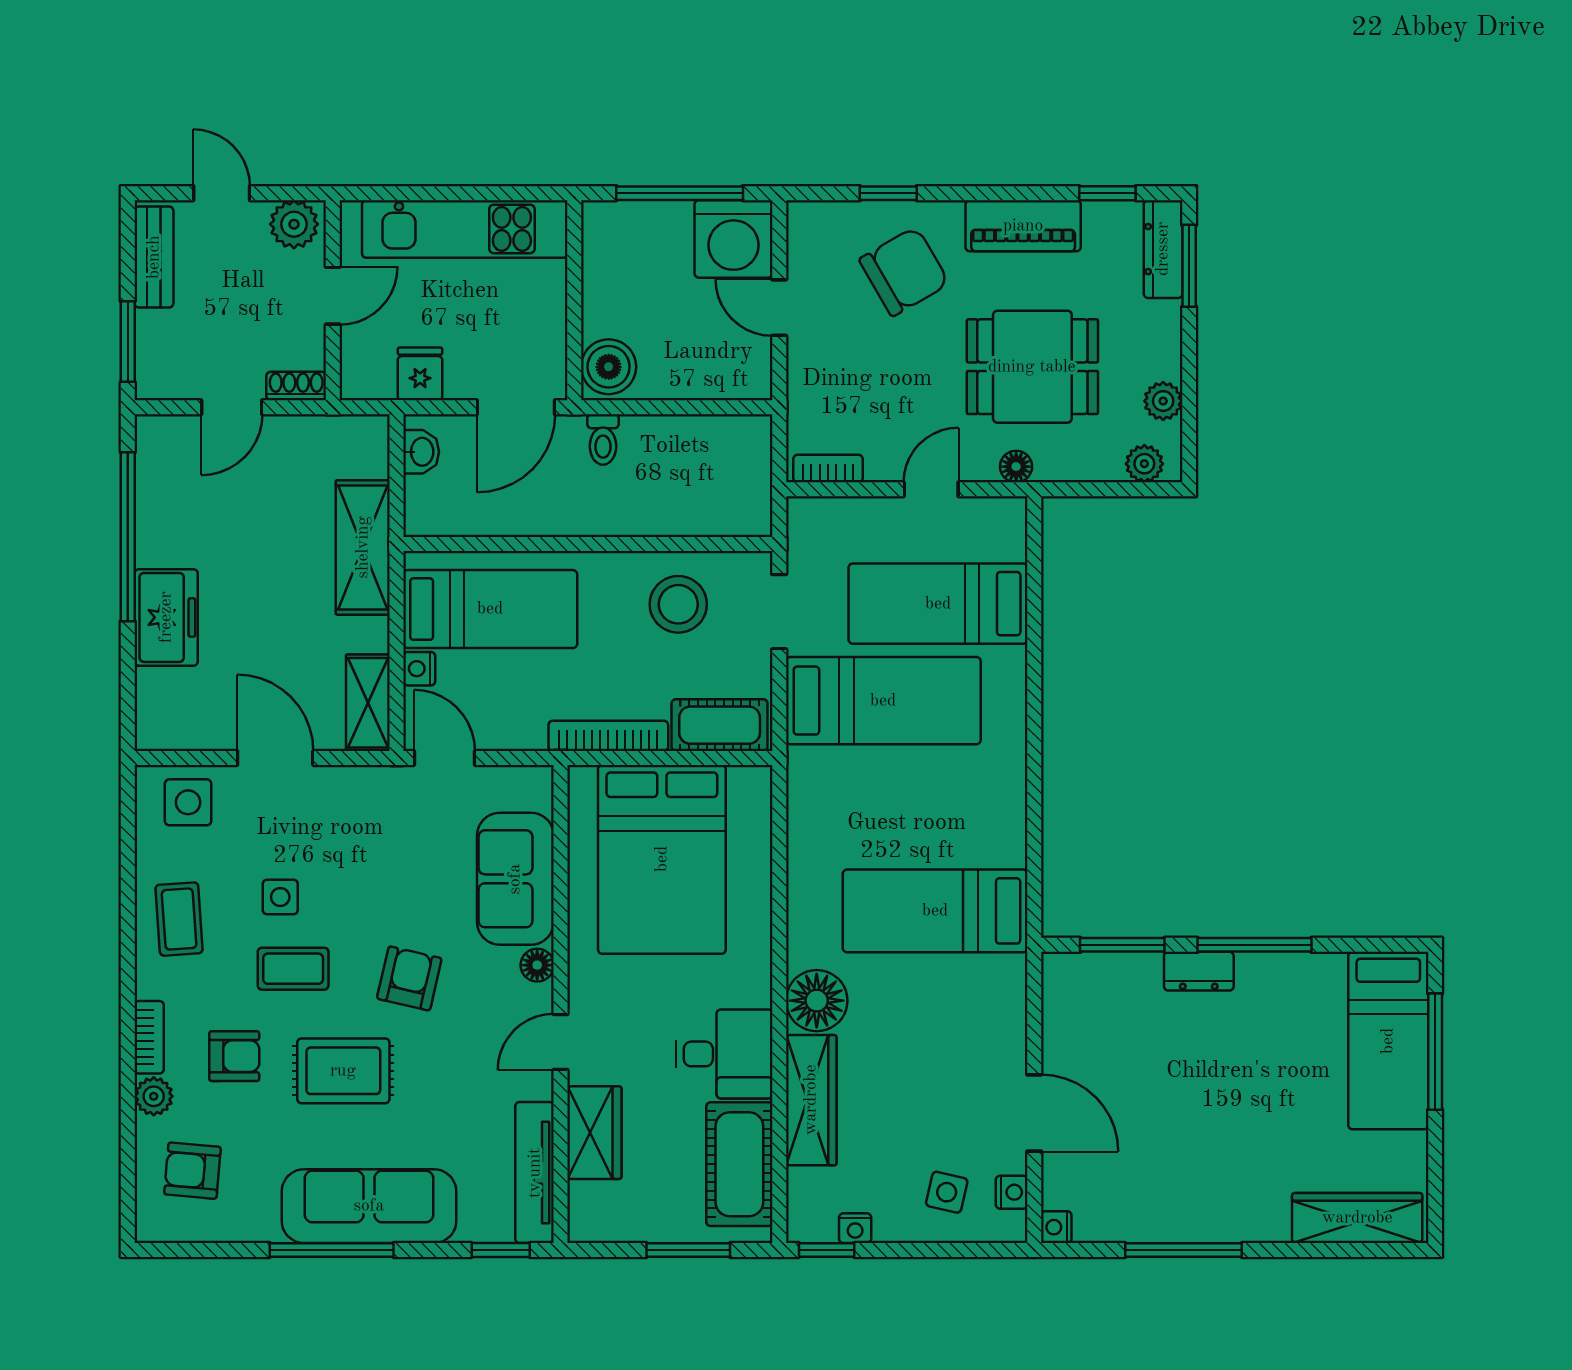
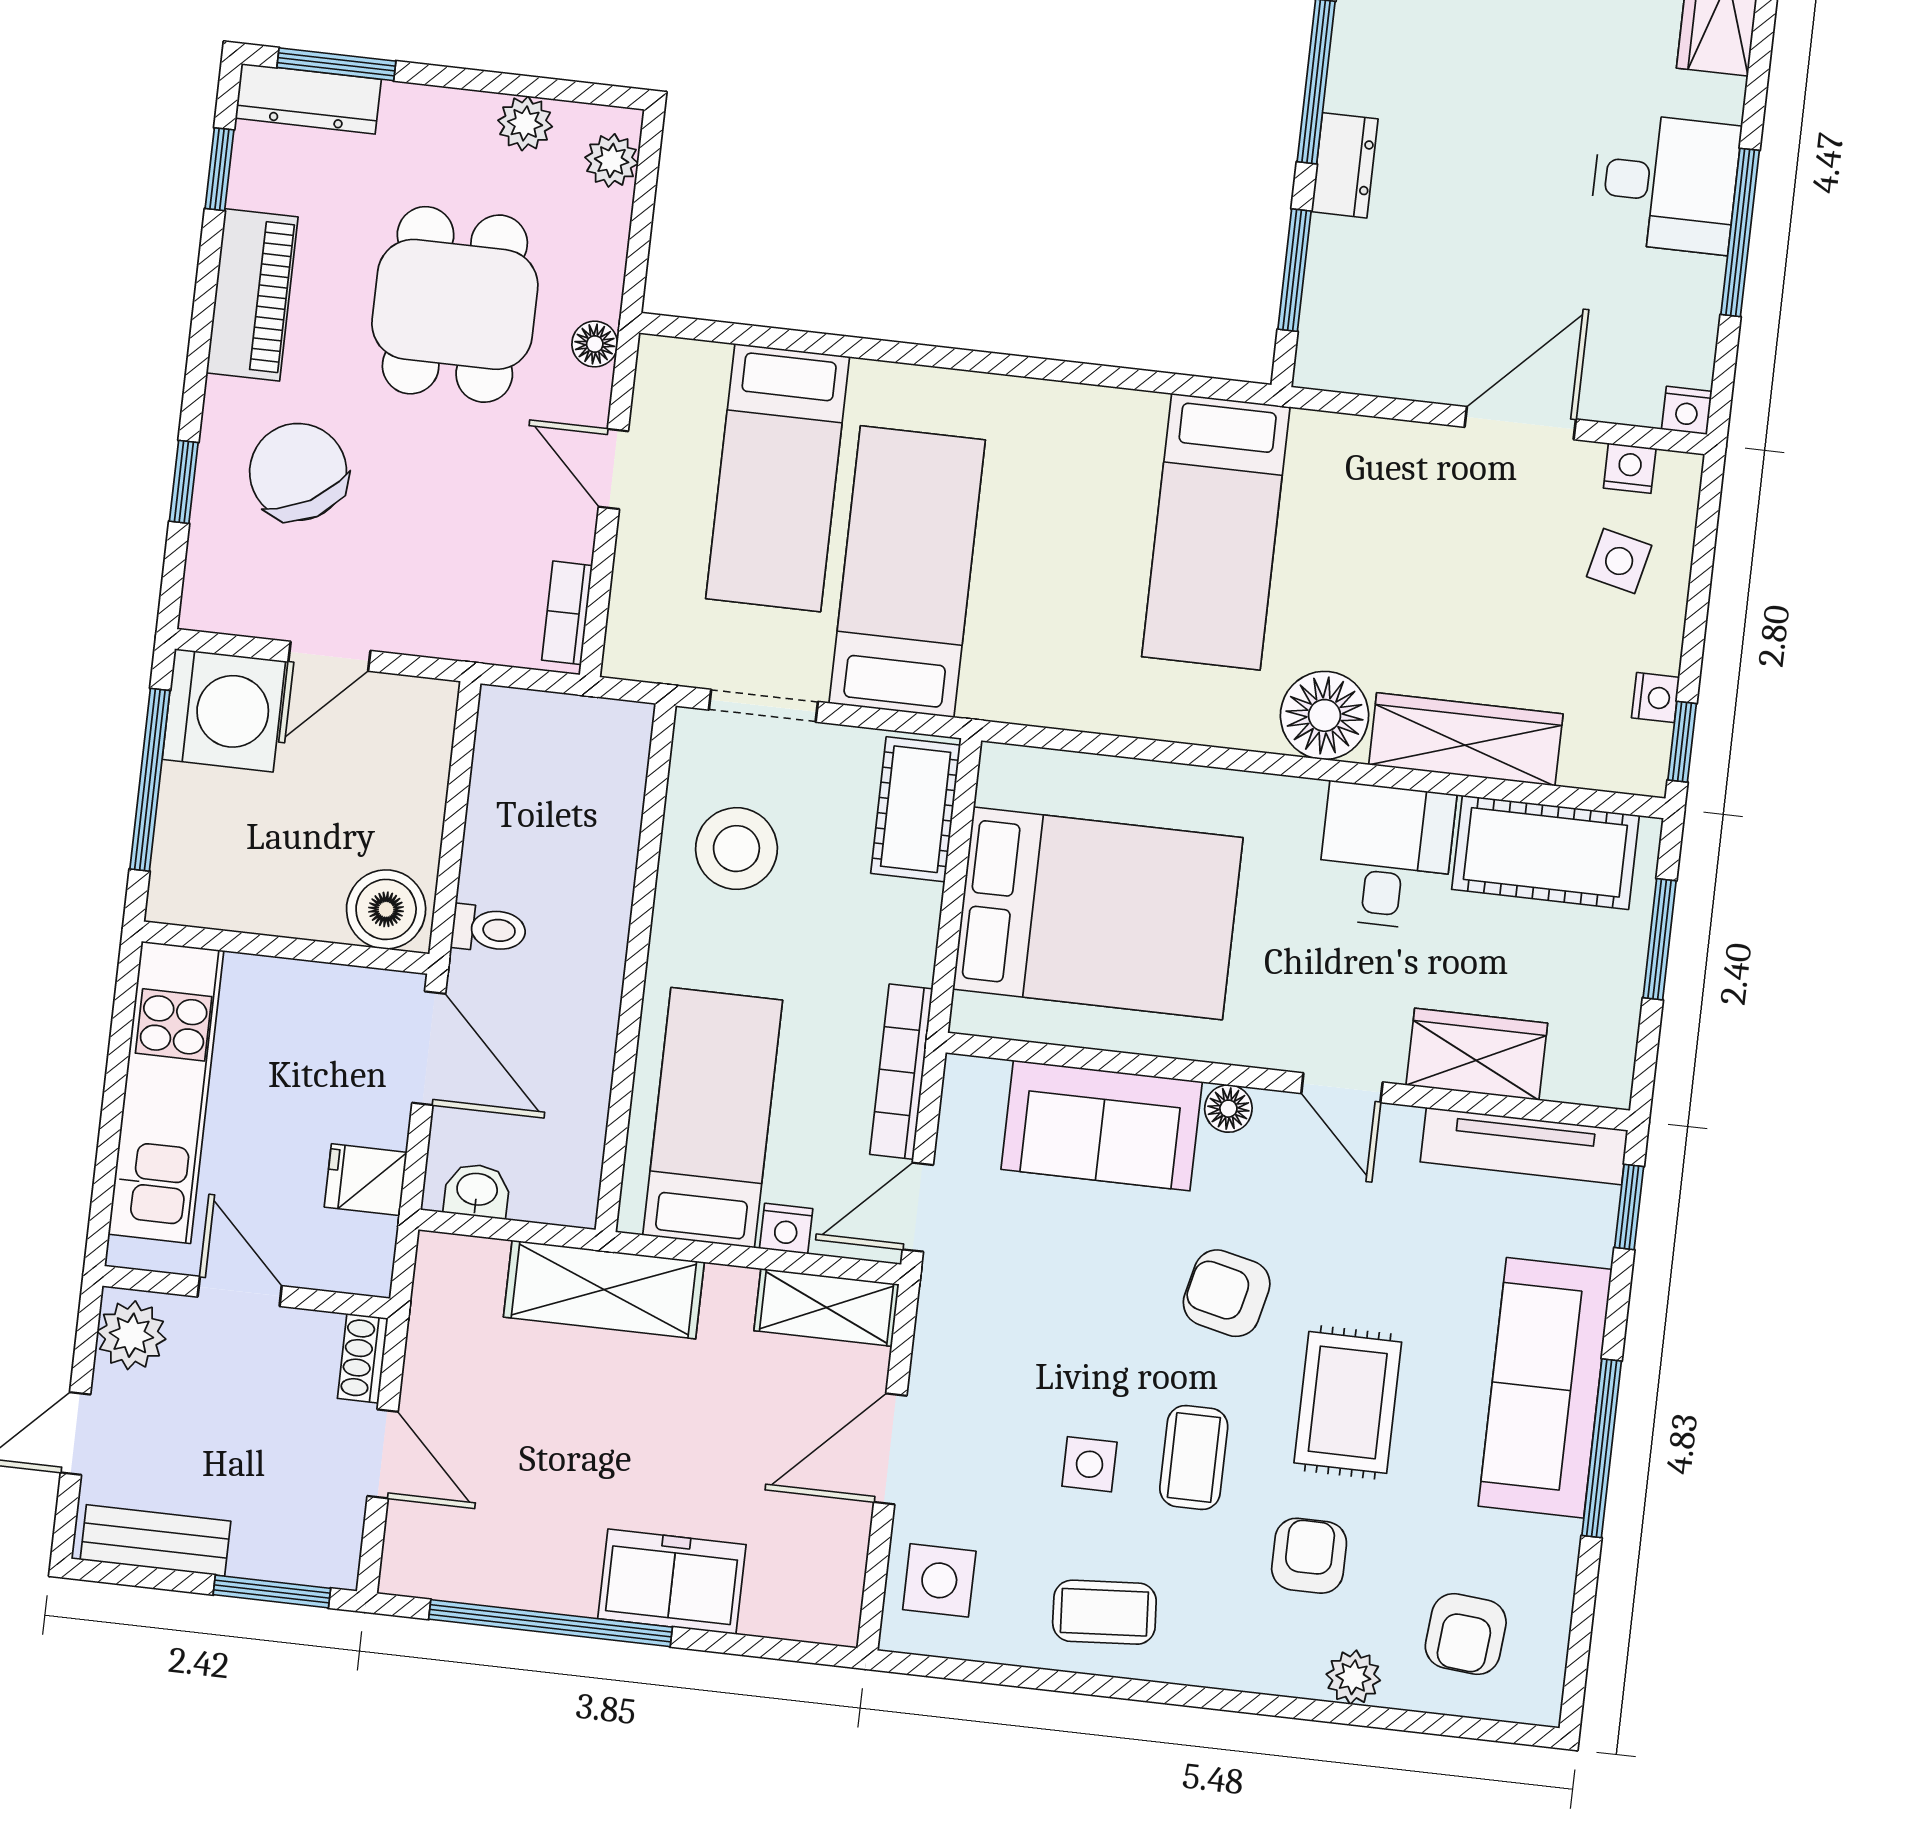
bookcase: (608, 736) -> (901, 1072), moved
bookcase: (149, 1037) -> (1268, 1674), removed
desk: (1212, 1194) -> (1665, 183), added

